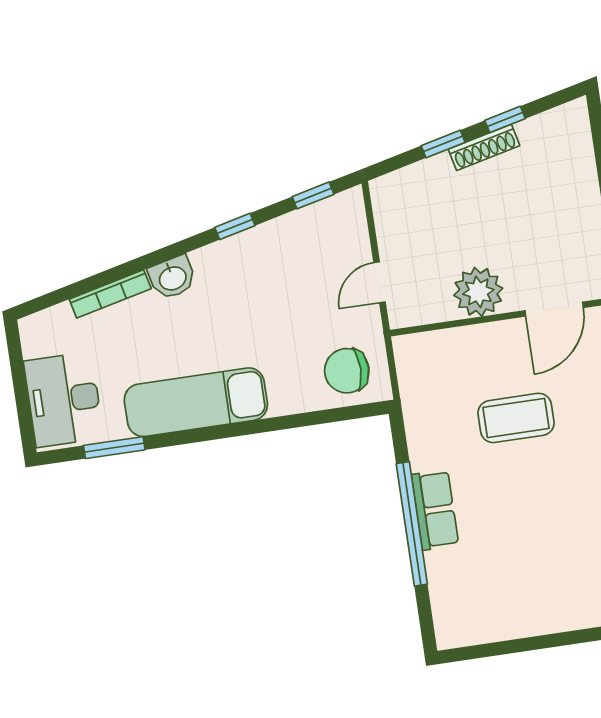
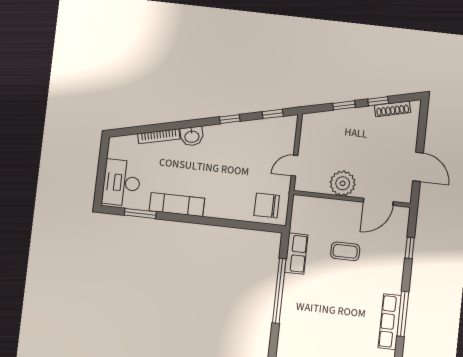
shoe rack: (484, 147) -> (392, 109), moved
exam couch: (196, 402) -> (177, 205), width x0.73, depth x0.69
coffee table: (516, 418) -> (345, 251), width x0.73, depth x0.77
row of seats: (435, 510) -> (296, 254), moved

